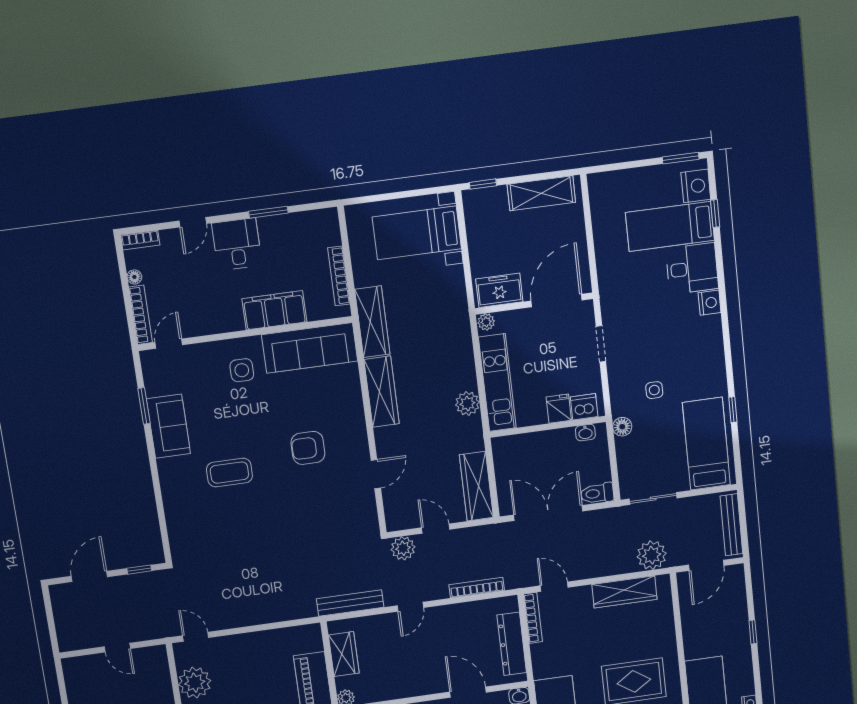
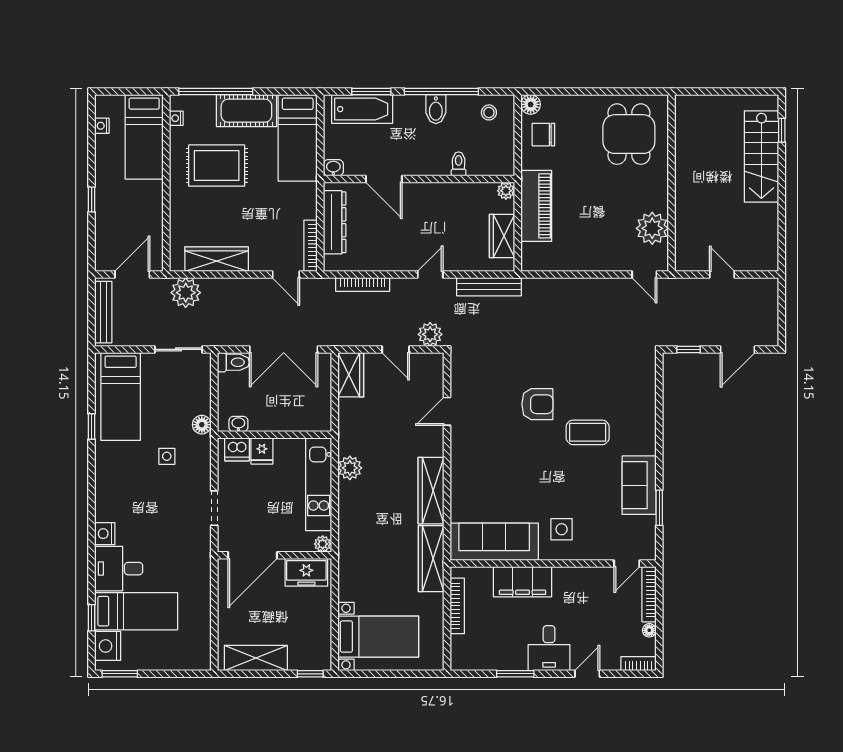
armchair: (308, 448) -> (537, 404), moved
wardrobe: (476, 486) -> (351, 375), width x0.67

